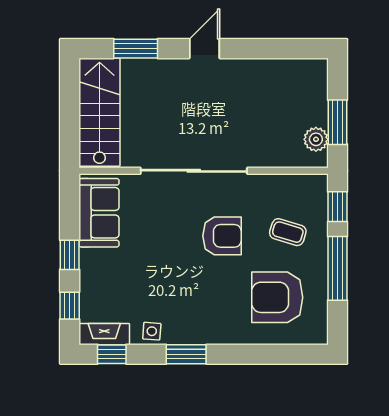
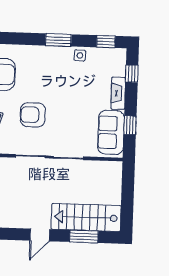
stairs: (100, 112) -> (86, 217), moved, turned 90
window: (70, 255) -> (130, 125), moved
fireplace: (104, 334) -> (118, 93), moved, turned 90

